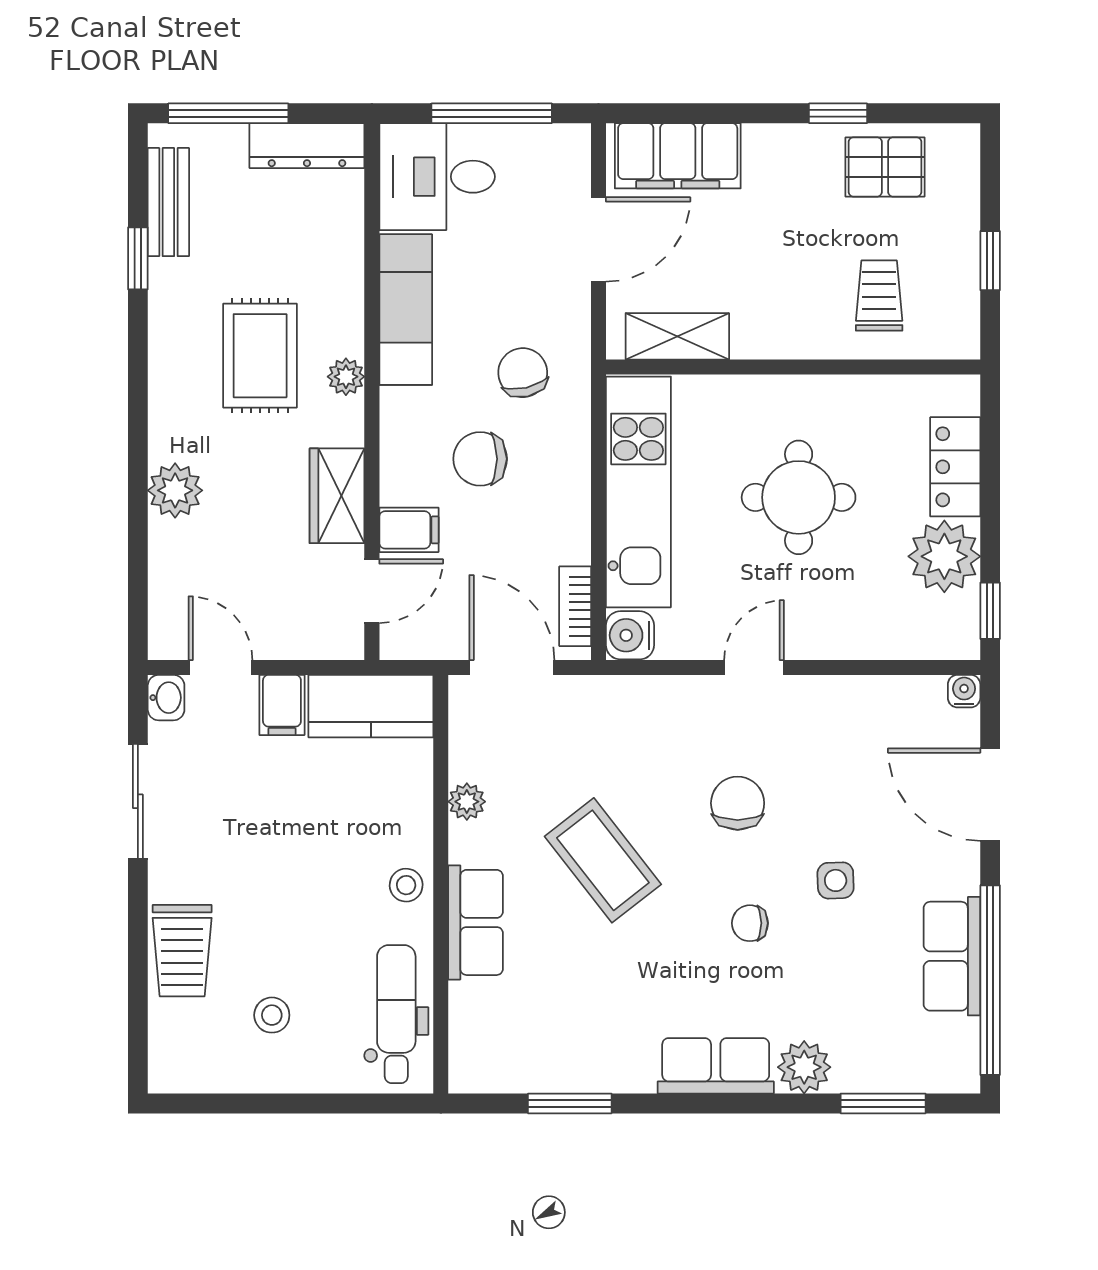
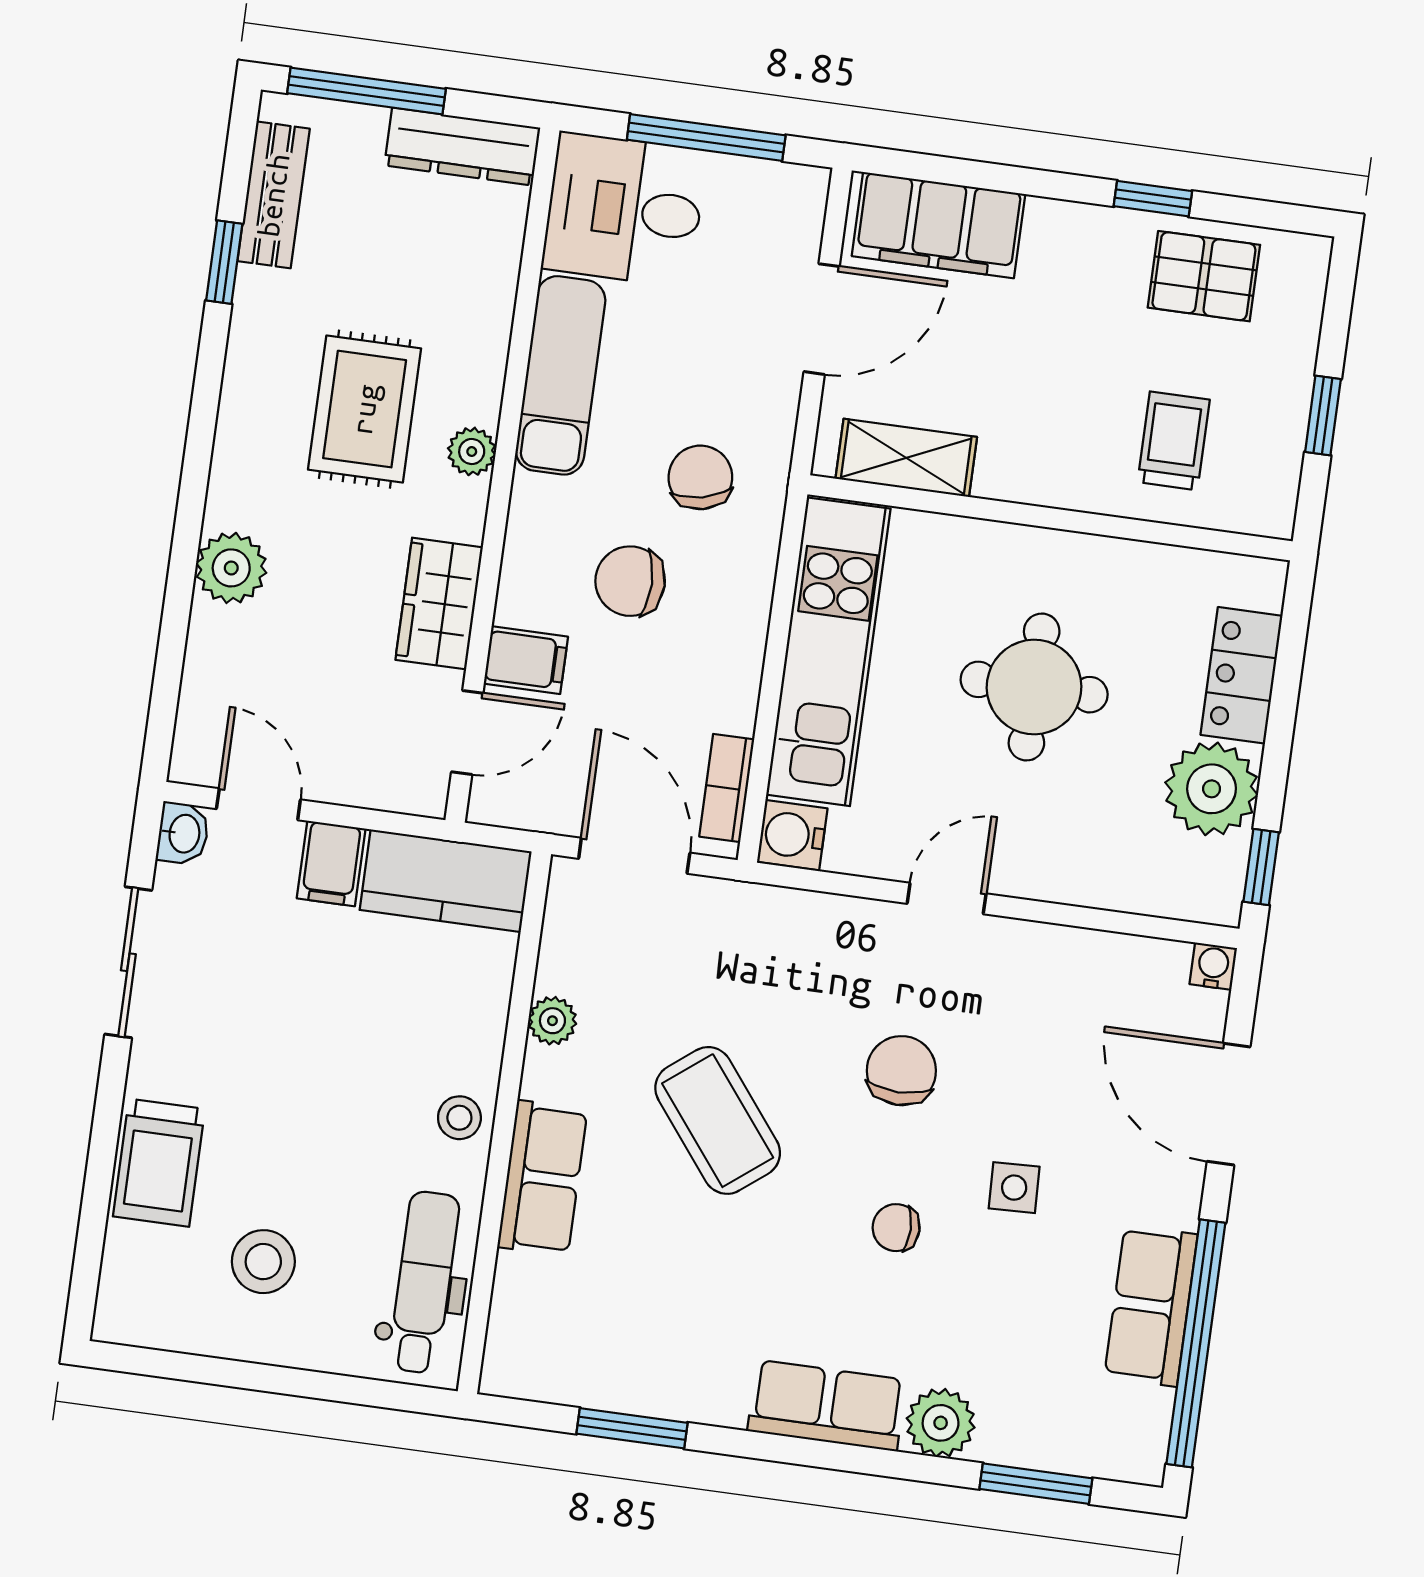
stool: (272, 1015) -> (263, 1262), width x1.37, depth x1.37

